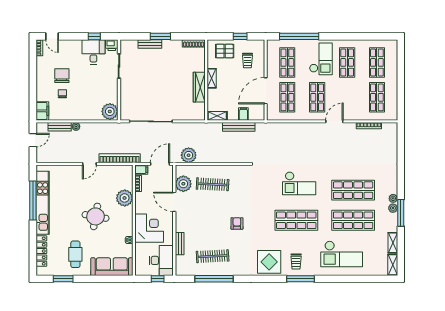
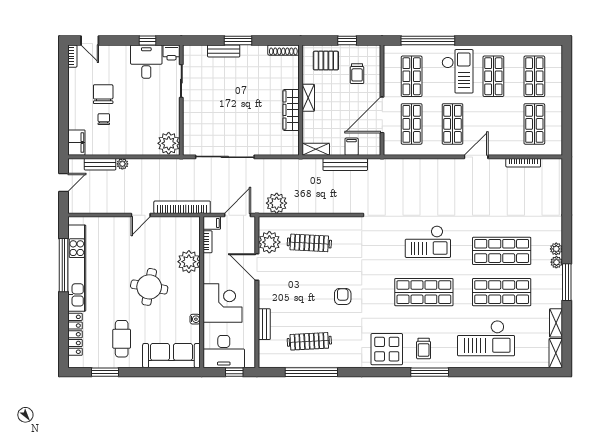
plant: (393, 208) -> (556, 249), moved
desk: (161, 260) -> (224, 352), moved, turned 90

